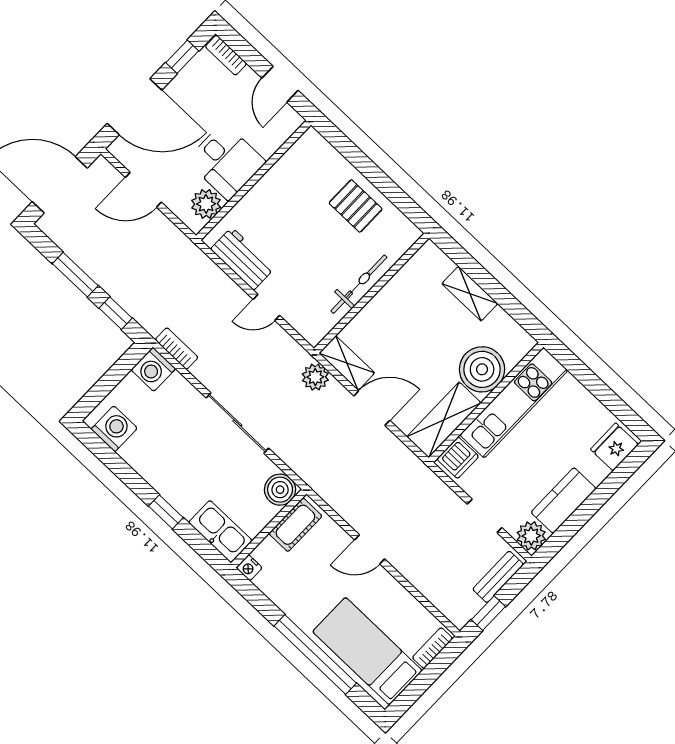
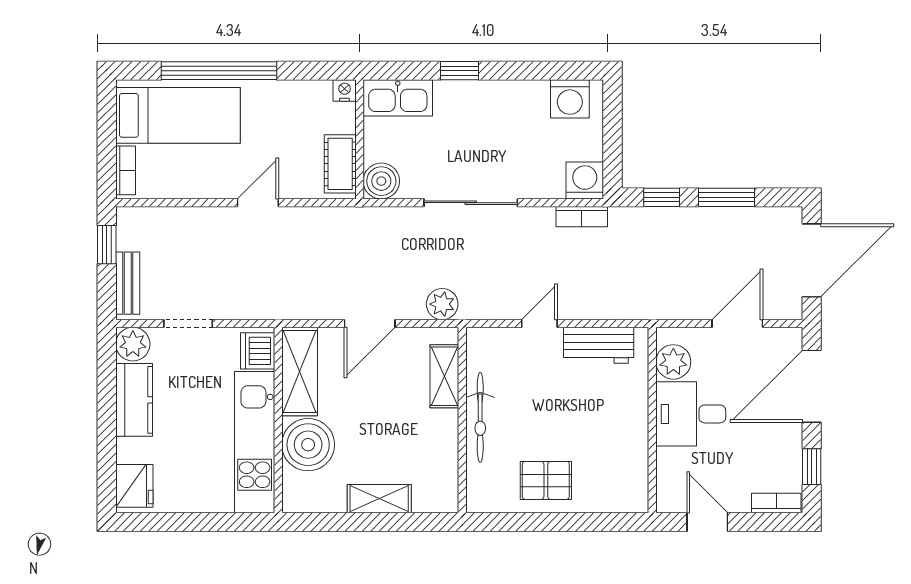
shelving: (347, 363) -> (444, 376), moved, turned 90

